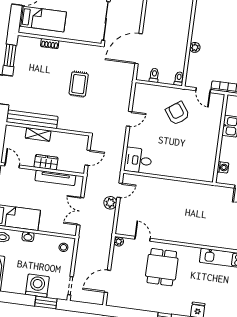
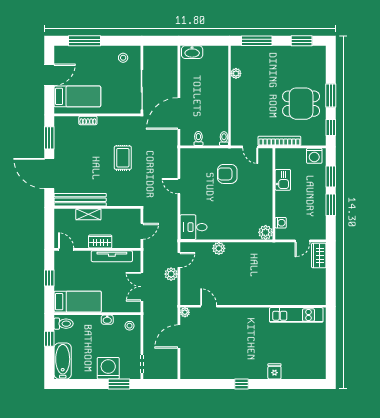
plant: (195, 47) -> (236, 73), moved
armchair: (177, 113) -> (227, 174), turned -54
door: (129, 119) -> (179, 186), swing flipped
plant: (207, 175) -> (266, 232), added
plant: (160, 184) -> (219, 248), added
washbasin: (28, 237) -> (107, 320), moved
dining table: (162, 267) -> (232, 333), removed
door: (107, 281) -> (179, 336), moved

